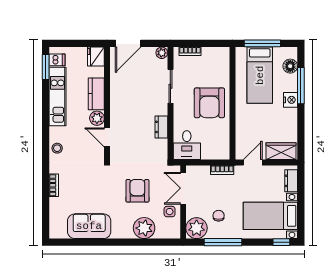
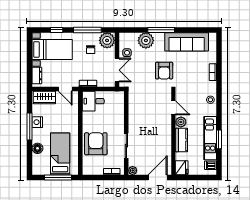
floor lamp: (290, 66) -> (37, 148), moved
window: (46, 67) -> (219, 139), moved
window: (301, 86) -> (30, 127), moved
nightstand: (290, 100) -> (37, 122), moved
armchair: (209, 103) -> (96, 144), moved
dresser: (161, 127) -> (133, 115), removed
desk: (187, 145) -> (93, 101), moved, turned -90
door: (253, 163) -> (65, 89), hinge flipped
armchair: (137, 191) -> (164, 71), moved
sofa: (89, 226) -> (187, 42), width x1.36
window: (124, 242) -> (161, 30), added
window: (281, 242) -> (57, 30), moved

